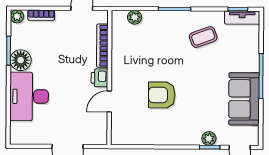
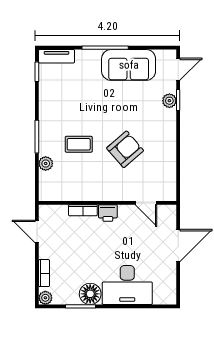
plant: (135, 17) -> (46, 163), moved
tv unit: (242, 18) -> (57, 56), moved, turned 90
coffee table: (203, 37) -> (79, 144), moved, turned -70
bookcase: (102, 46) -> (83, 210), width x0.64
armchair: (162, 95) -> (125, 149), turned -131
door: (109, 101) -> (146, 203), moved

